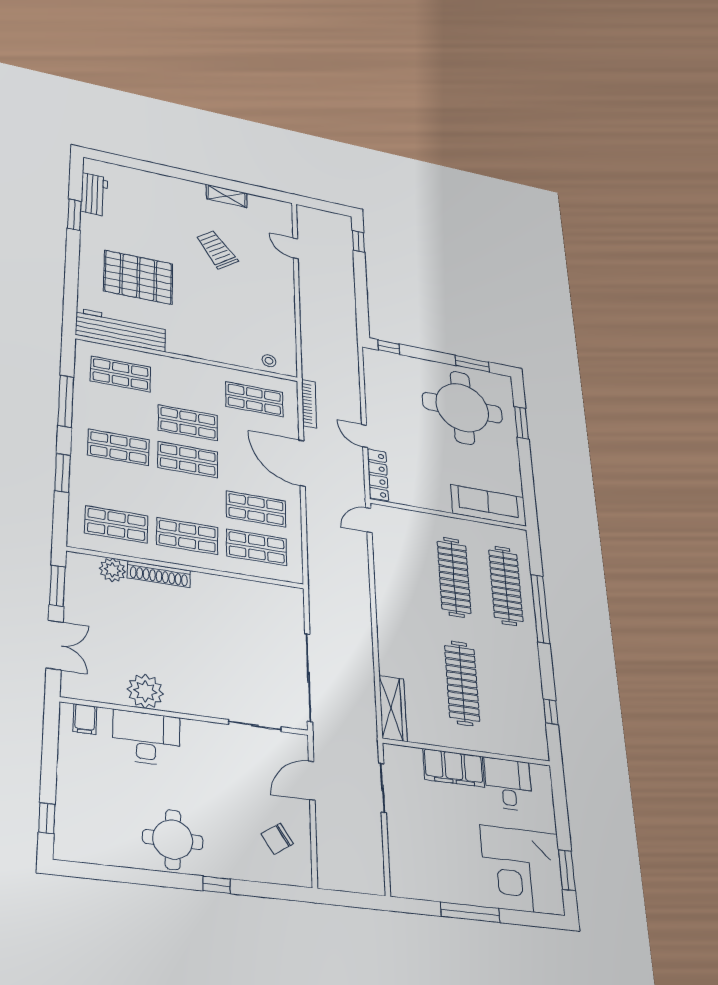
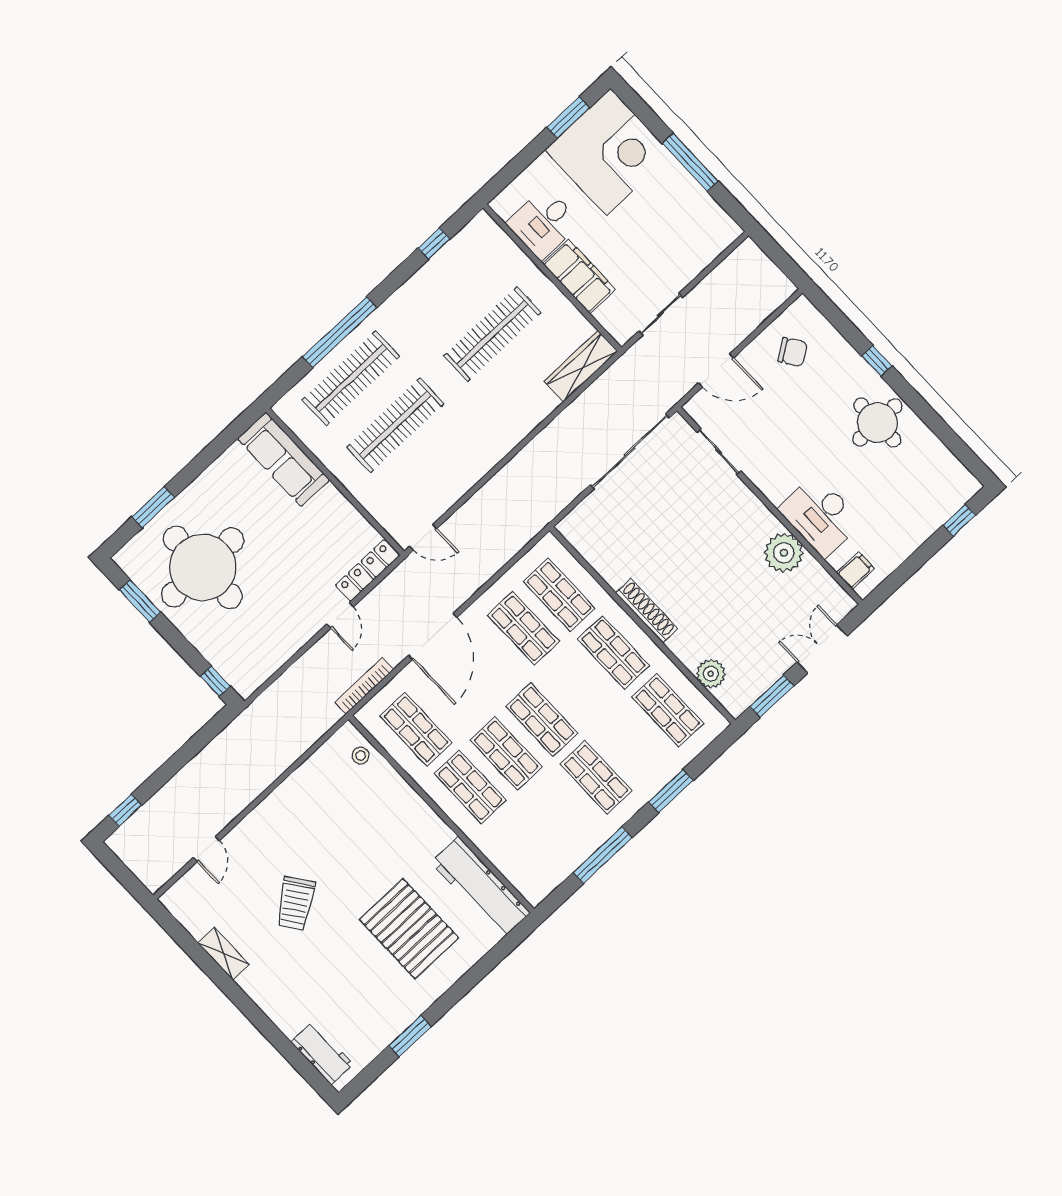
workbench: (94, 194) -> (322, 1053), moved, turned 90
shop shelf: (121, 374) -> (470, 787), moved
shoe rack: (159, 574) -> (647, 611), moved

